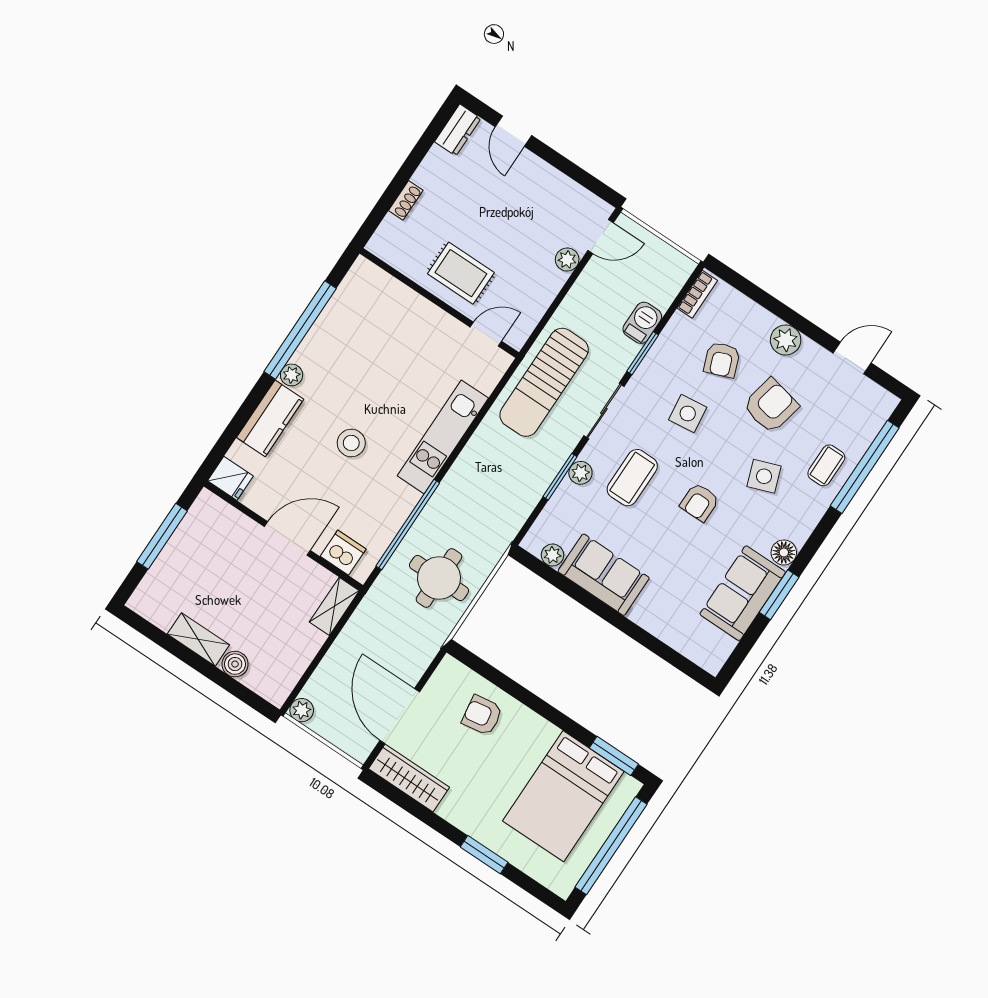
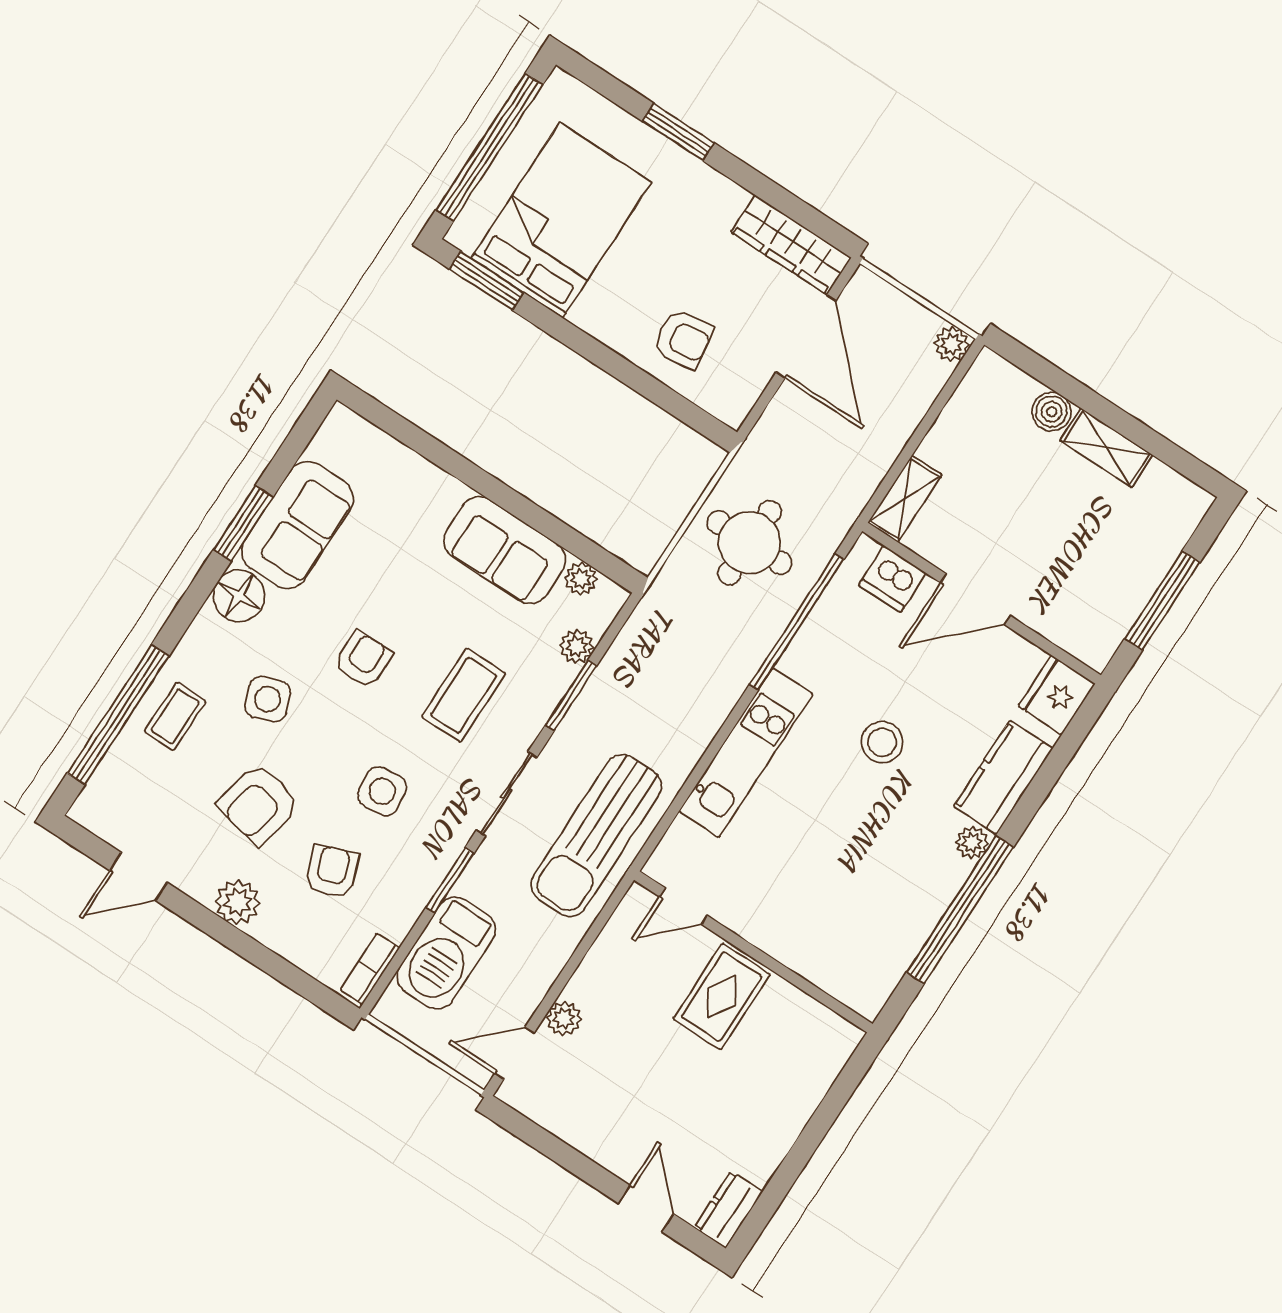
shoe rack: (406, 200) -> (805, 1104), removed
rug: (461, 273) -> (722, 997), turned 90
barbecue: (642, 323) -> (446, 953), width x1.88, depth x1.53
sun lounger: (544, 382) -> (596, 836), turned 180
plant: (580, 473) -> (577, 646), moved
fridge: (230, 478) -> (1057, 695), width x1.38
floor lamp: (784, 552) -> (239, 596), width x1.38, depth x1.38

